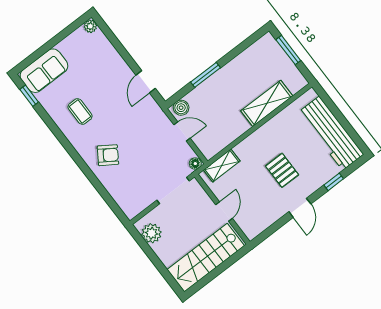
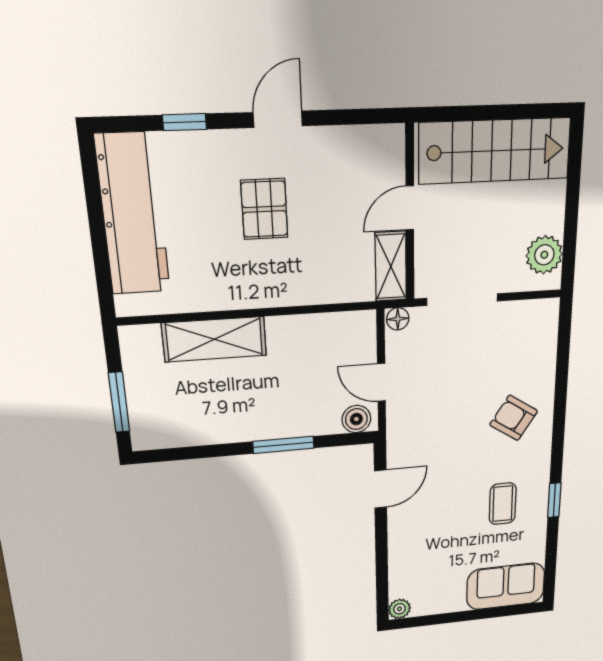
window: (29, 96) -> (554, 500), moved
shelving: (222, 166) -> (391, 266), moved, turned 90

